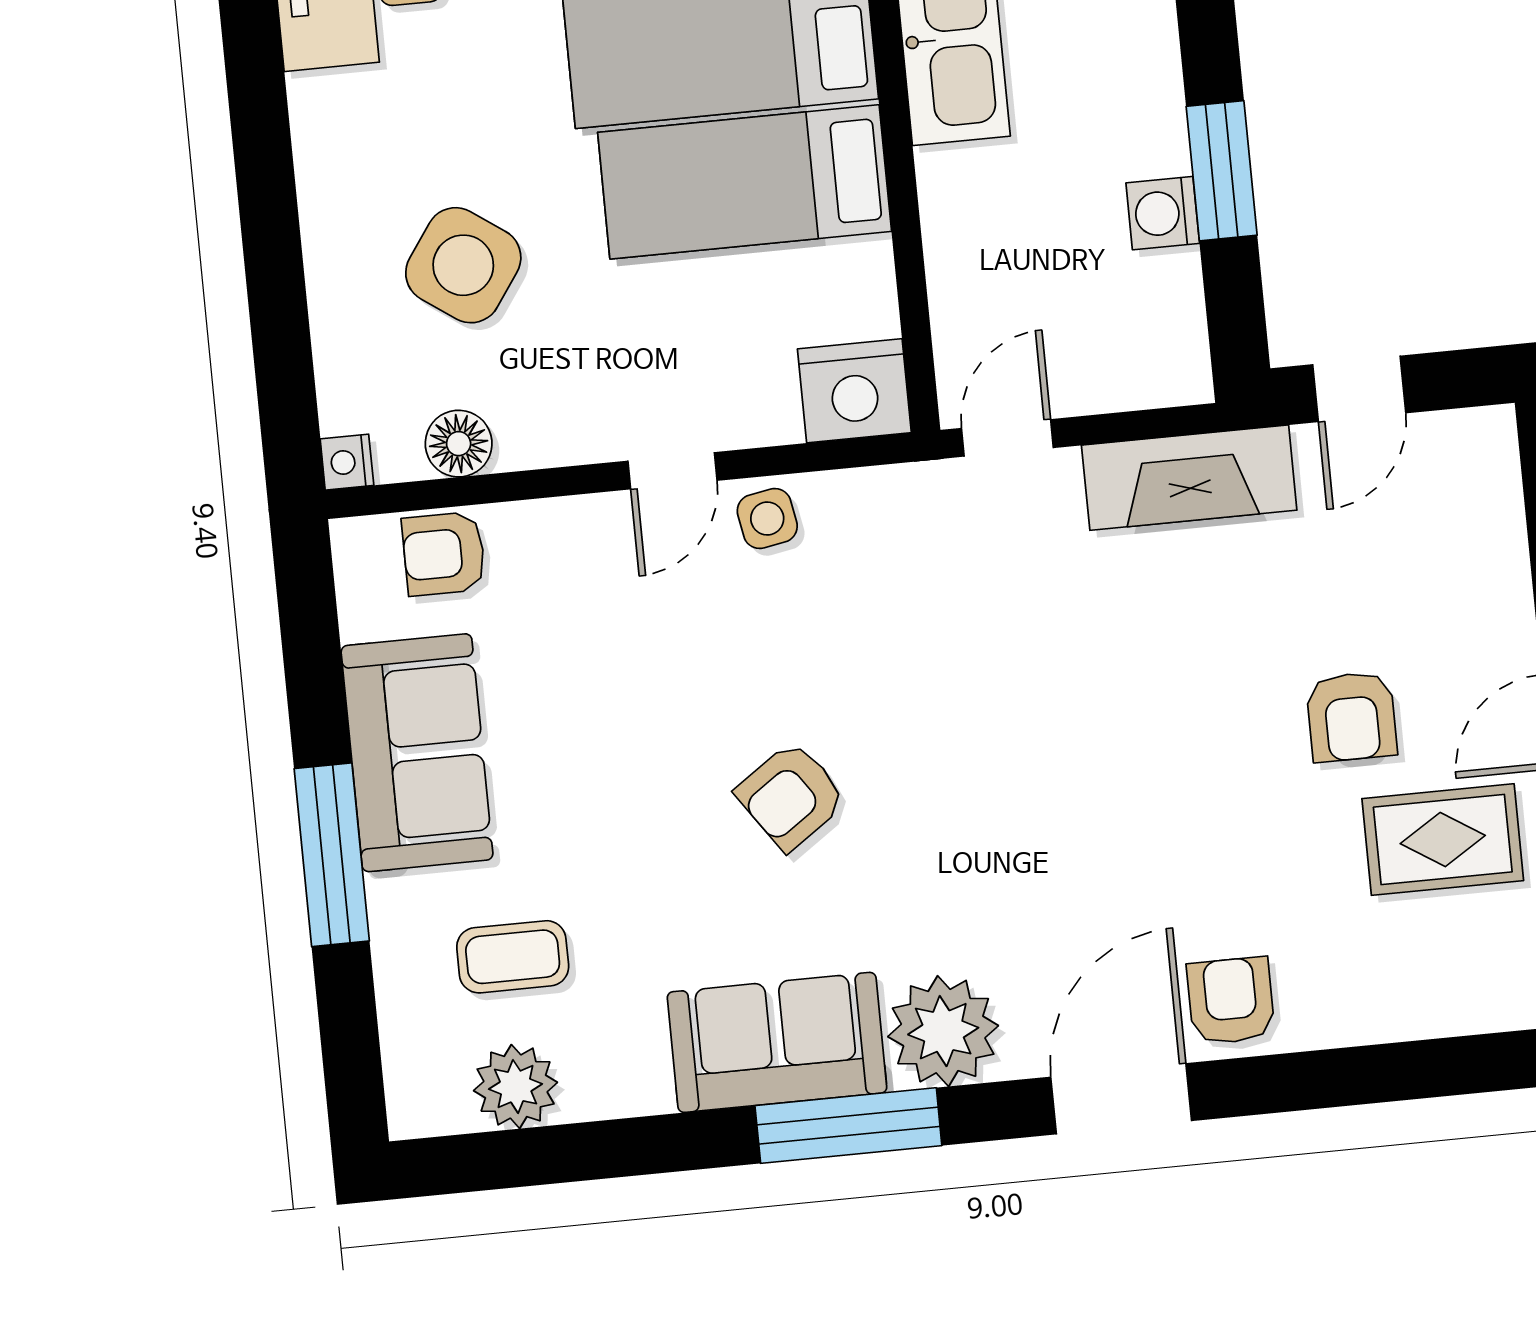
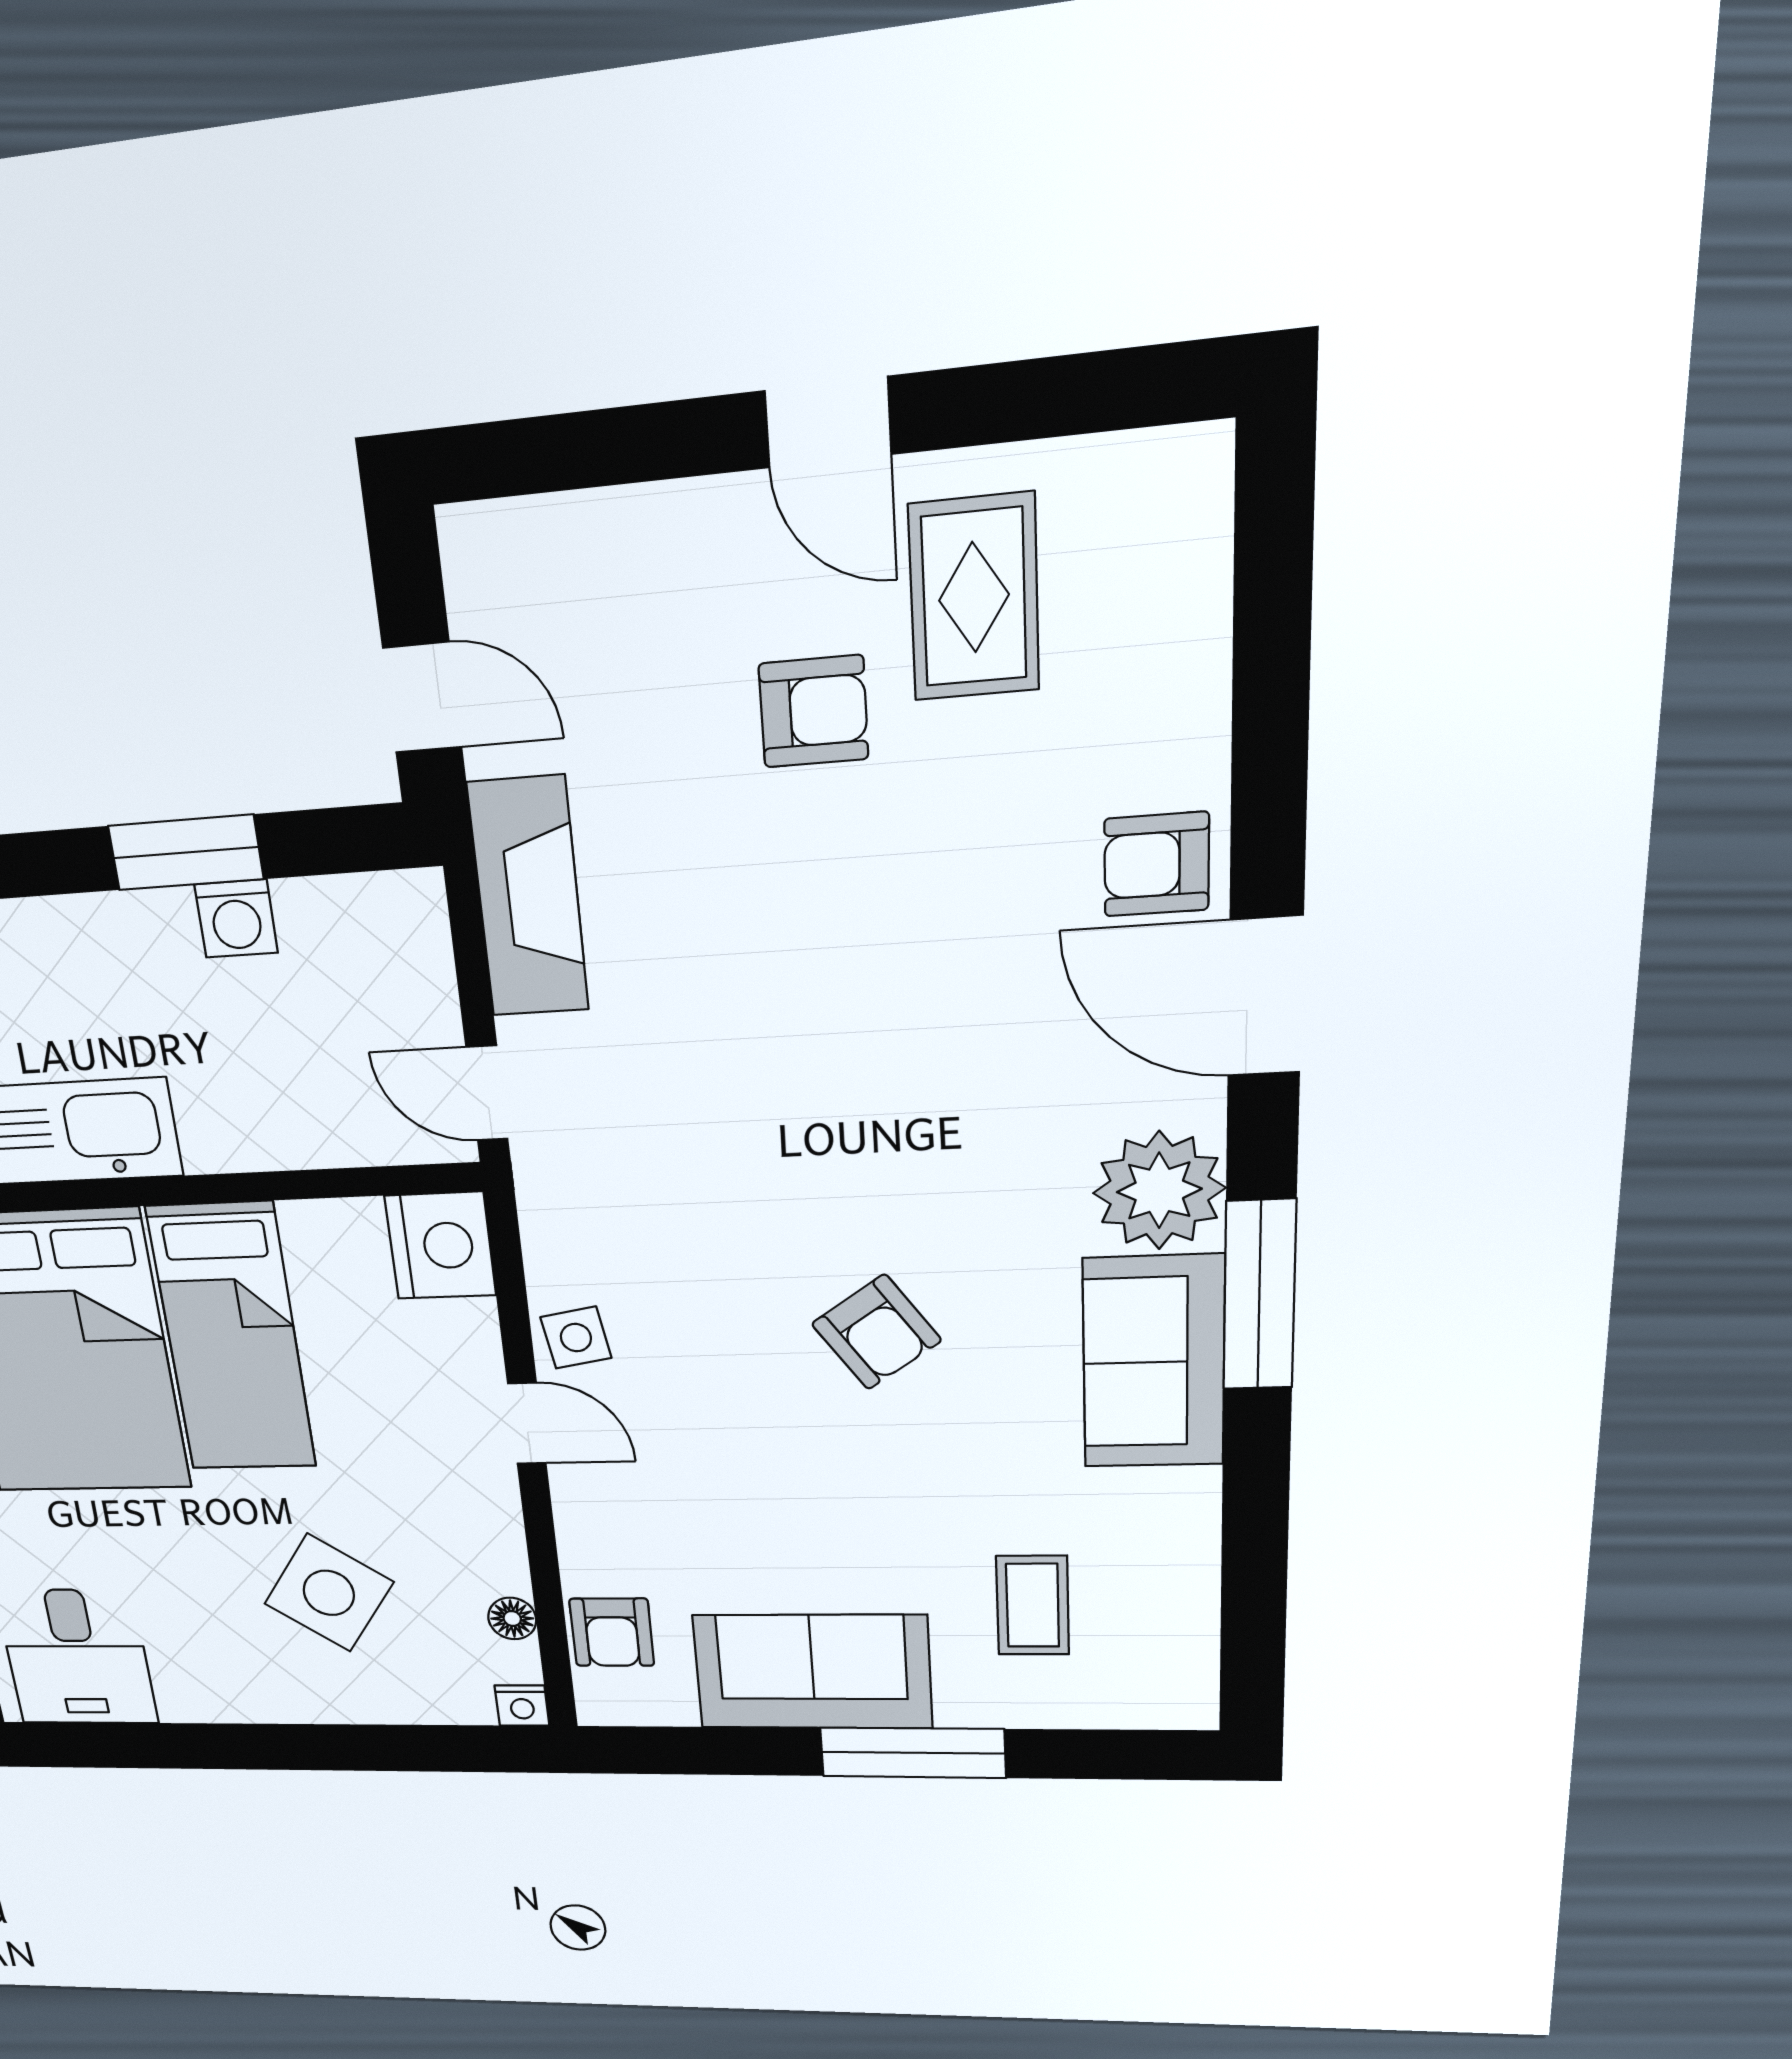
floor lamp: (459, 444) -> (512, 1618), width x0.73, depth x0.73
plant: (516, 1087) -> (1174, 1614), removed

